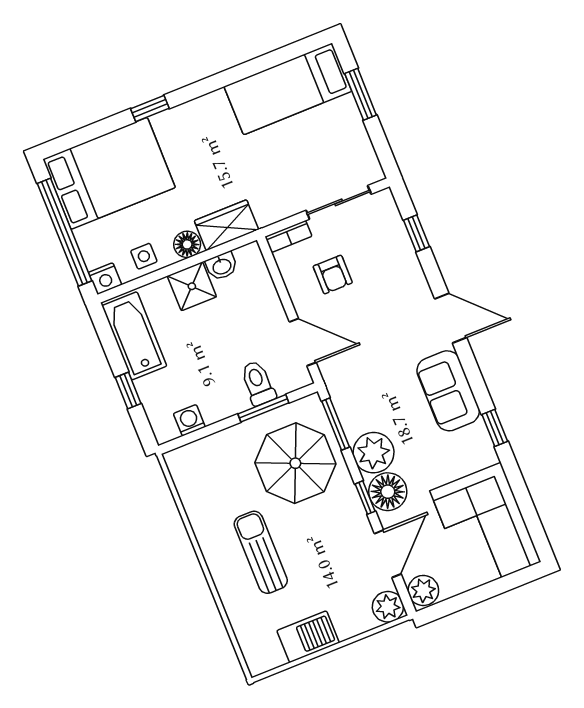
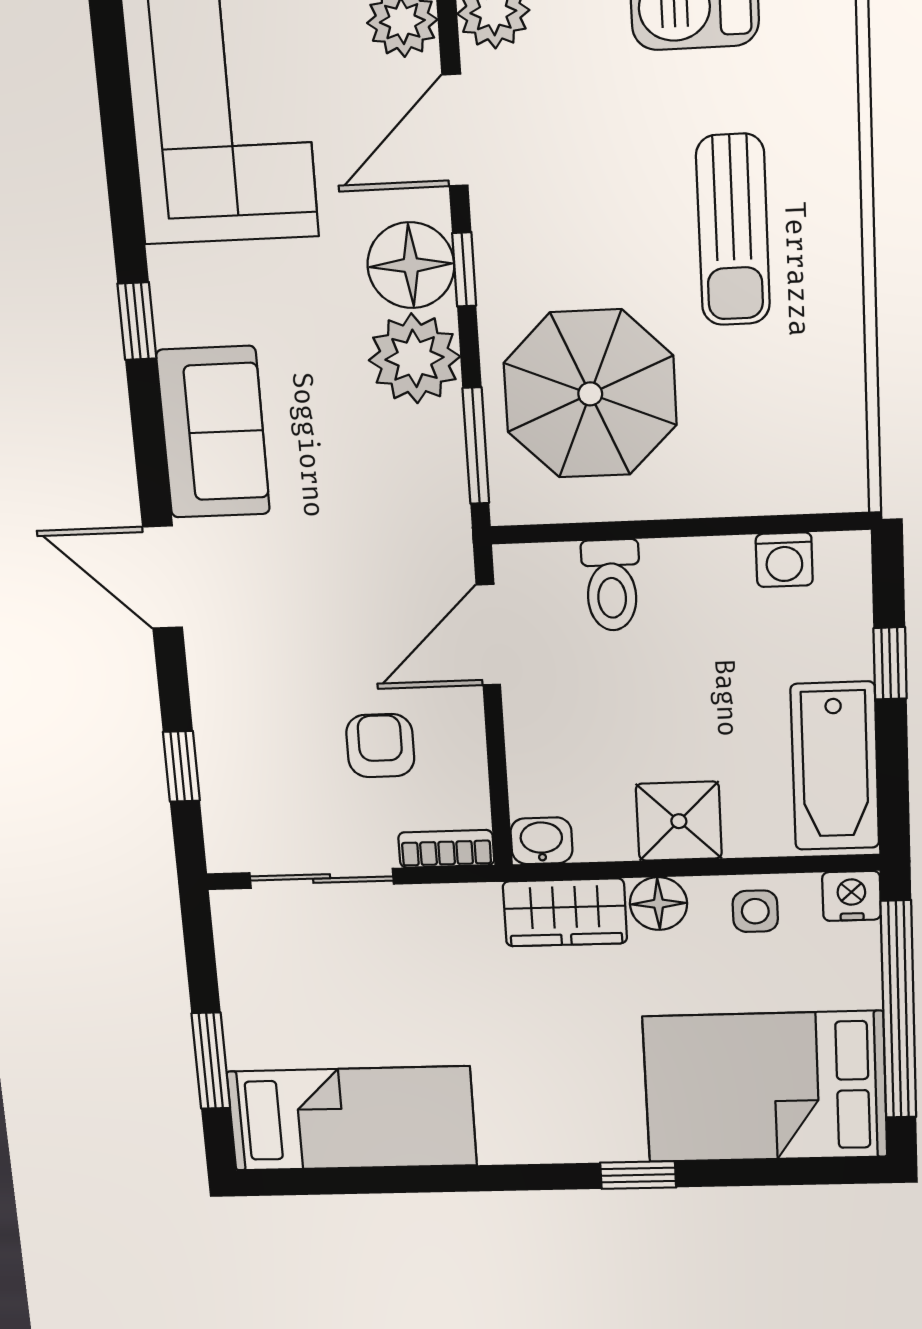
washbasin: (222, 266) -> (542, 841), moved
door: (303, 342) -> (488, 635), hinge flipped
window: (263, 408) -> (618, 530), removed

